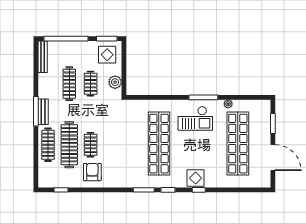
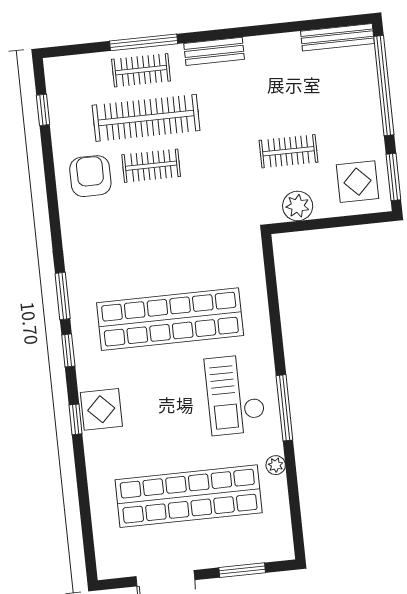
clothes rail: (69, 84) -> (283, 103), removed
window: (36, 111) -> (144, 42), moved
clothes rail: (48, 145) -> (141, 70), width x0.73
armchair: (92, 172) -> (90, 176), turned -90

